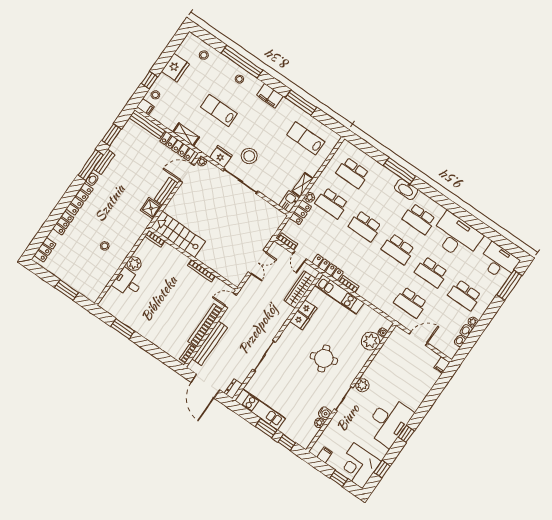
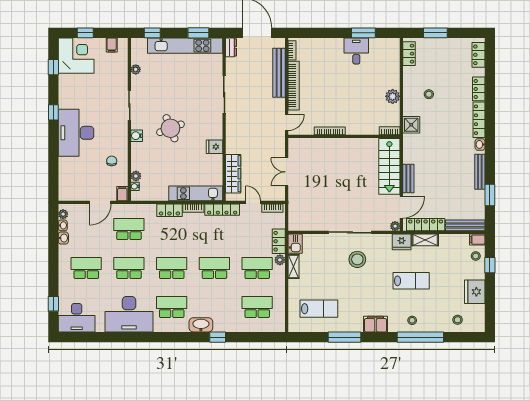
fridge: (221, 156) -> (402, 242), moved
bench: (104, 162) -> (480, 172), width x1.36
window: (91, 165) -> (490, 156), removed
window: (399, 171) -> (218, 337), width x0.46
shower: (151, 208) -> (411, 125), moved
stairs: (178, 234) -> (389, 166), moved, turned 90
desk: (128, 283) -> (356, 51), moved, turned -90
window: (509, 285) -> (53, 304), width x0.46
locker: (98, 288) -> (409, 54), added
locker: (369, 295) -> (169, 210), added
fridge: (307, 309) -> (215, 161), removed
plant: (473, 322) -> (63, 214), moved
plant: (371, 341) -> (136, 176), width x0.53, depth x0.53
chair: (387, 365) -> (112, 161), added
filing cabinet: (442, 365) -> (122, 194), moved
plant: (362, 385) -> (121, 128), removed
kitchen unit: (260, 409) -> (185, 46), width x1.36
water cooler: (325, 413) -> (137, 136), moved
desk: (389, 422) -> (76, 133), moved
window: (266, 428) -> (198, 33), moved

